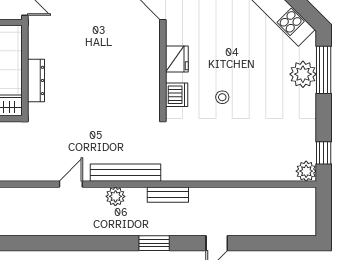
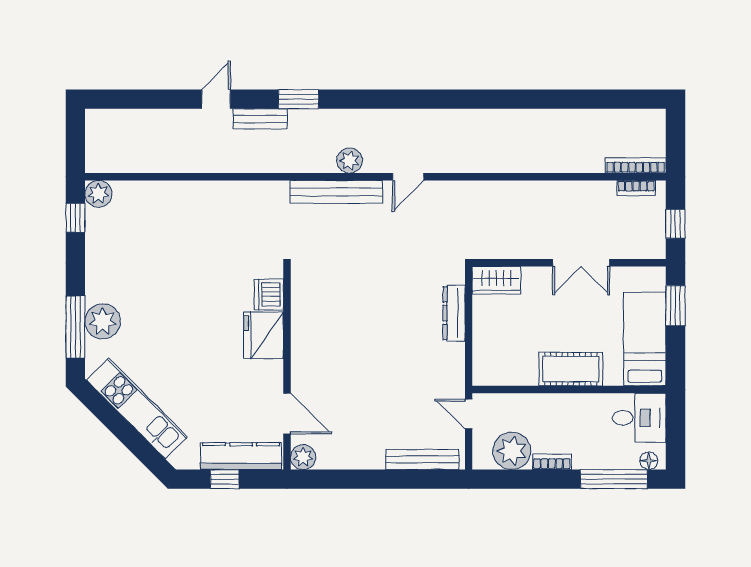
fridge: (177, 59) -> (264, 335), width x1.36, depth x1.34
stool: (222, 97) -> (209, 291), removed
bench: (168, 195) -> (260, 119), moved

